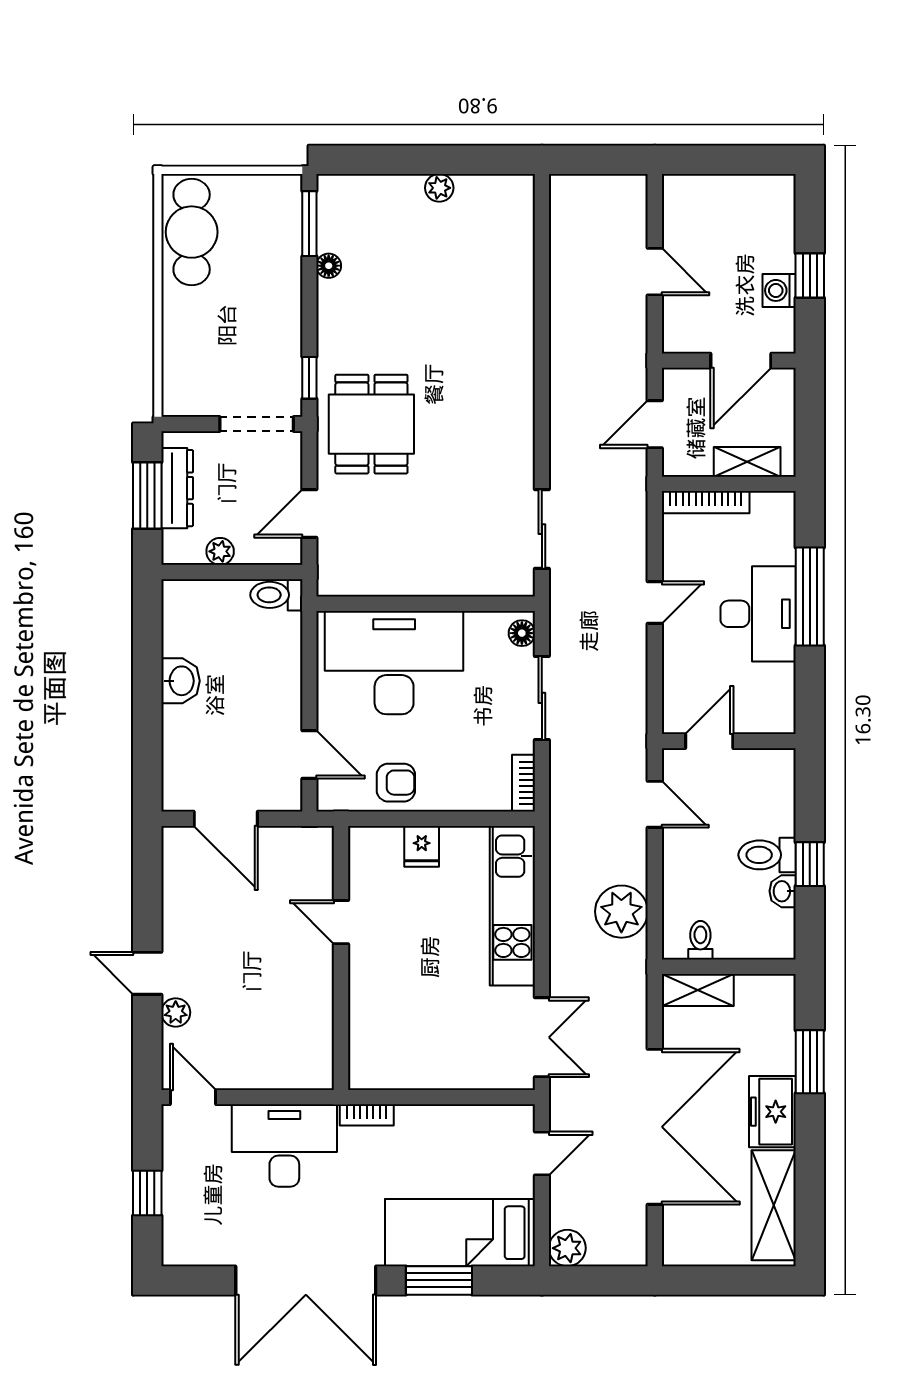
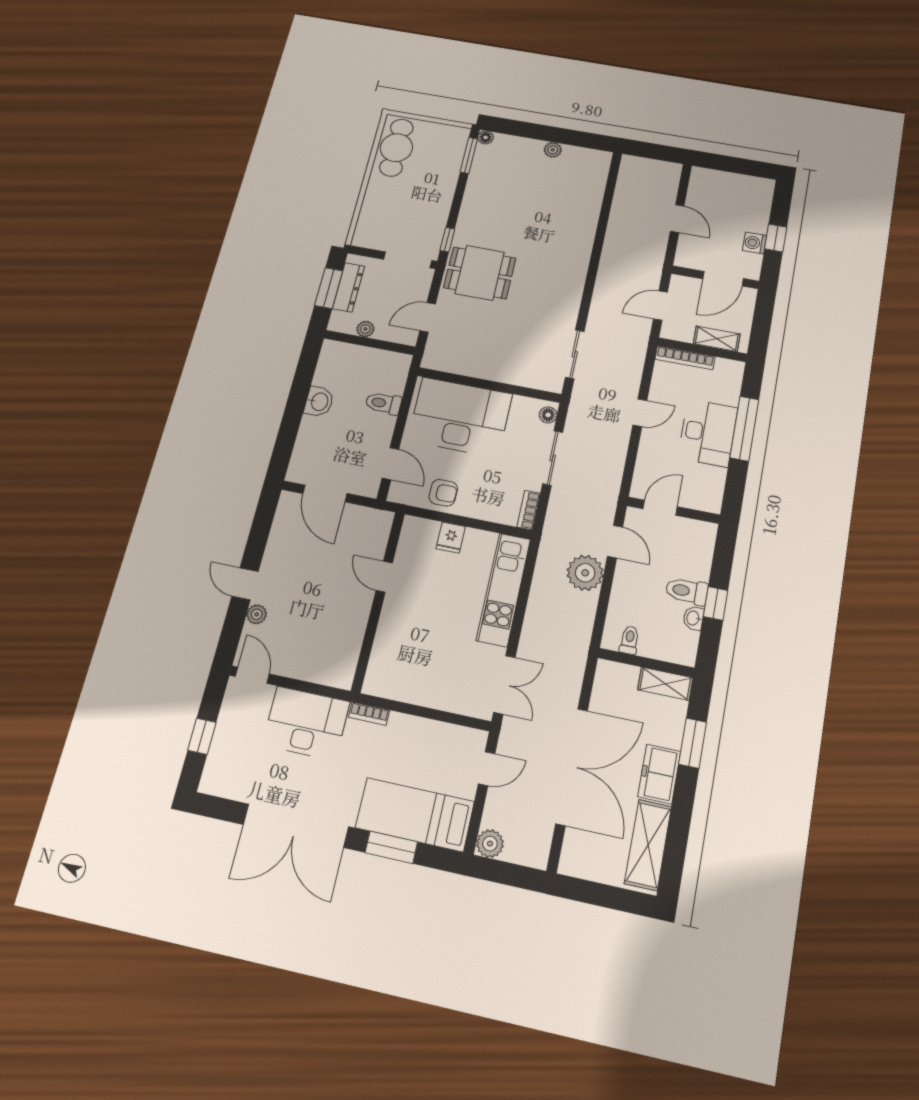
floor lamp: (329, 266) -> (486, 137), moved
dining table: (371, 424) -> (480, 273), turned 90
toilet: (276, 595) -> (383, 403), moved
plant: (621, 912) -> (585, 573), moved
shelving: (698, 990) -> (665, 684), moved

